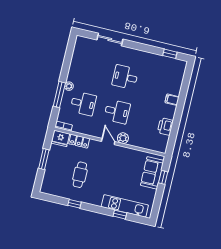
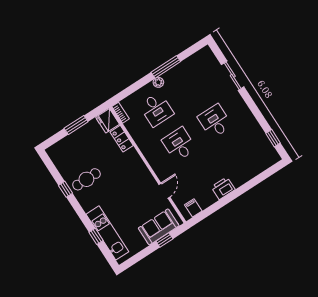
window: (59, 94) -> (166, 67), moved
filing cabinet: (172, 100) -> (193, 208), moved
desk: (117, 112) -> (179, 144), turned 180
printer: (165, 126) -> (223, 188), moved
plant: (123, 138) -> (162, 172), removed
door: (108, 141) -> (164, 191), moved
cafe table: (80, 175) -> (86, 179), moved

